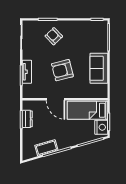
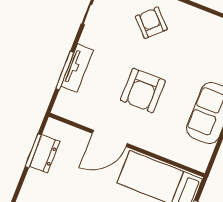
armchair: (62, 70) -> (143, 90), turned -76
door: (56, 99) -> (110, 138), hinge flipped

